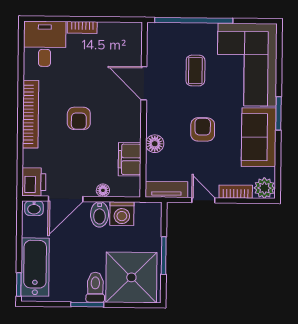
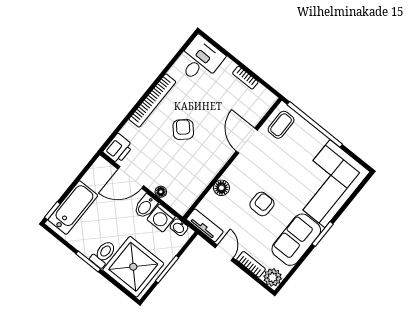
bookcase: (82, 27) -> (245, 78), moved
coffee table: (195, 71) -> (281, 125), moved
armchair: (79, 118) -> (183, 129), turned 138
filing cabinet: (130, 159) -> (196, 185), removed
washbasin: (34, 208) -> (179, 227), moved

